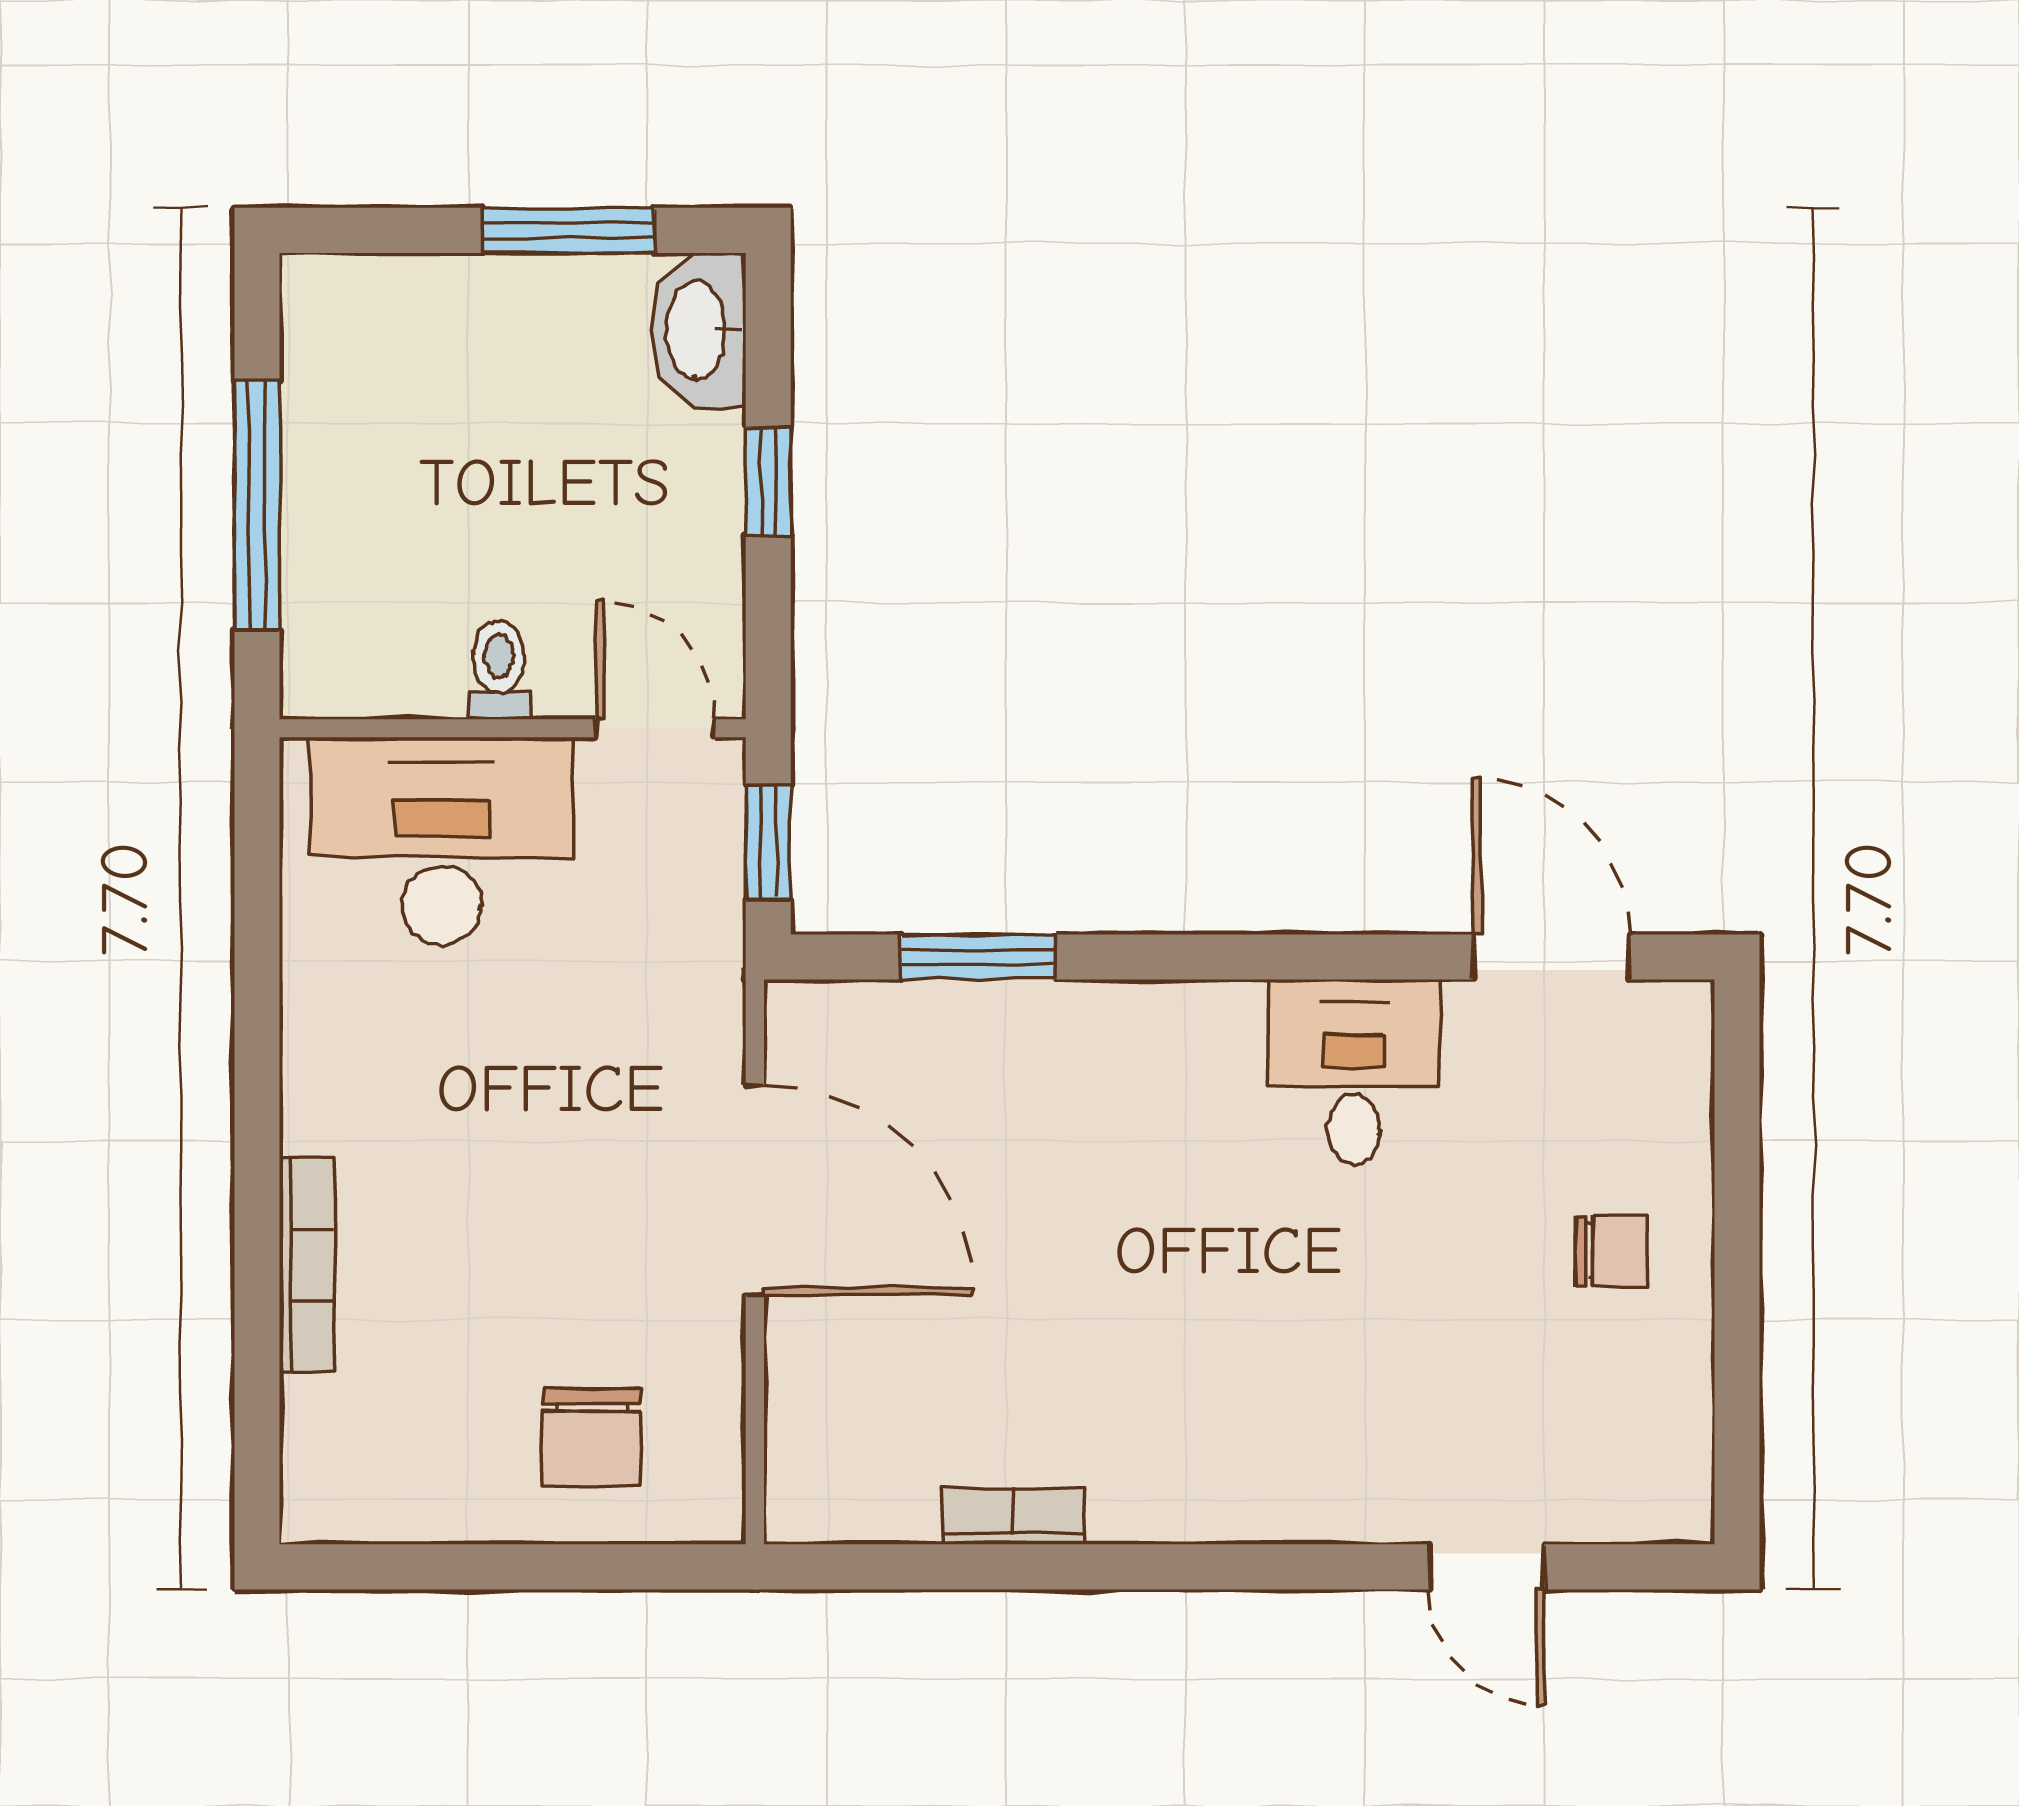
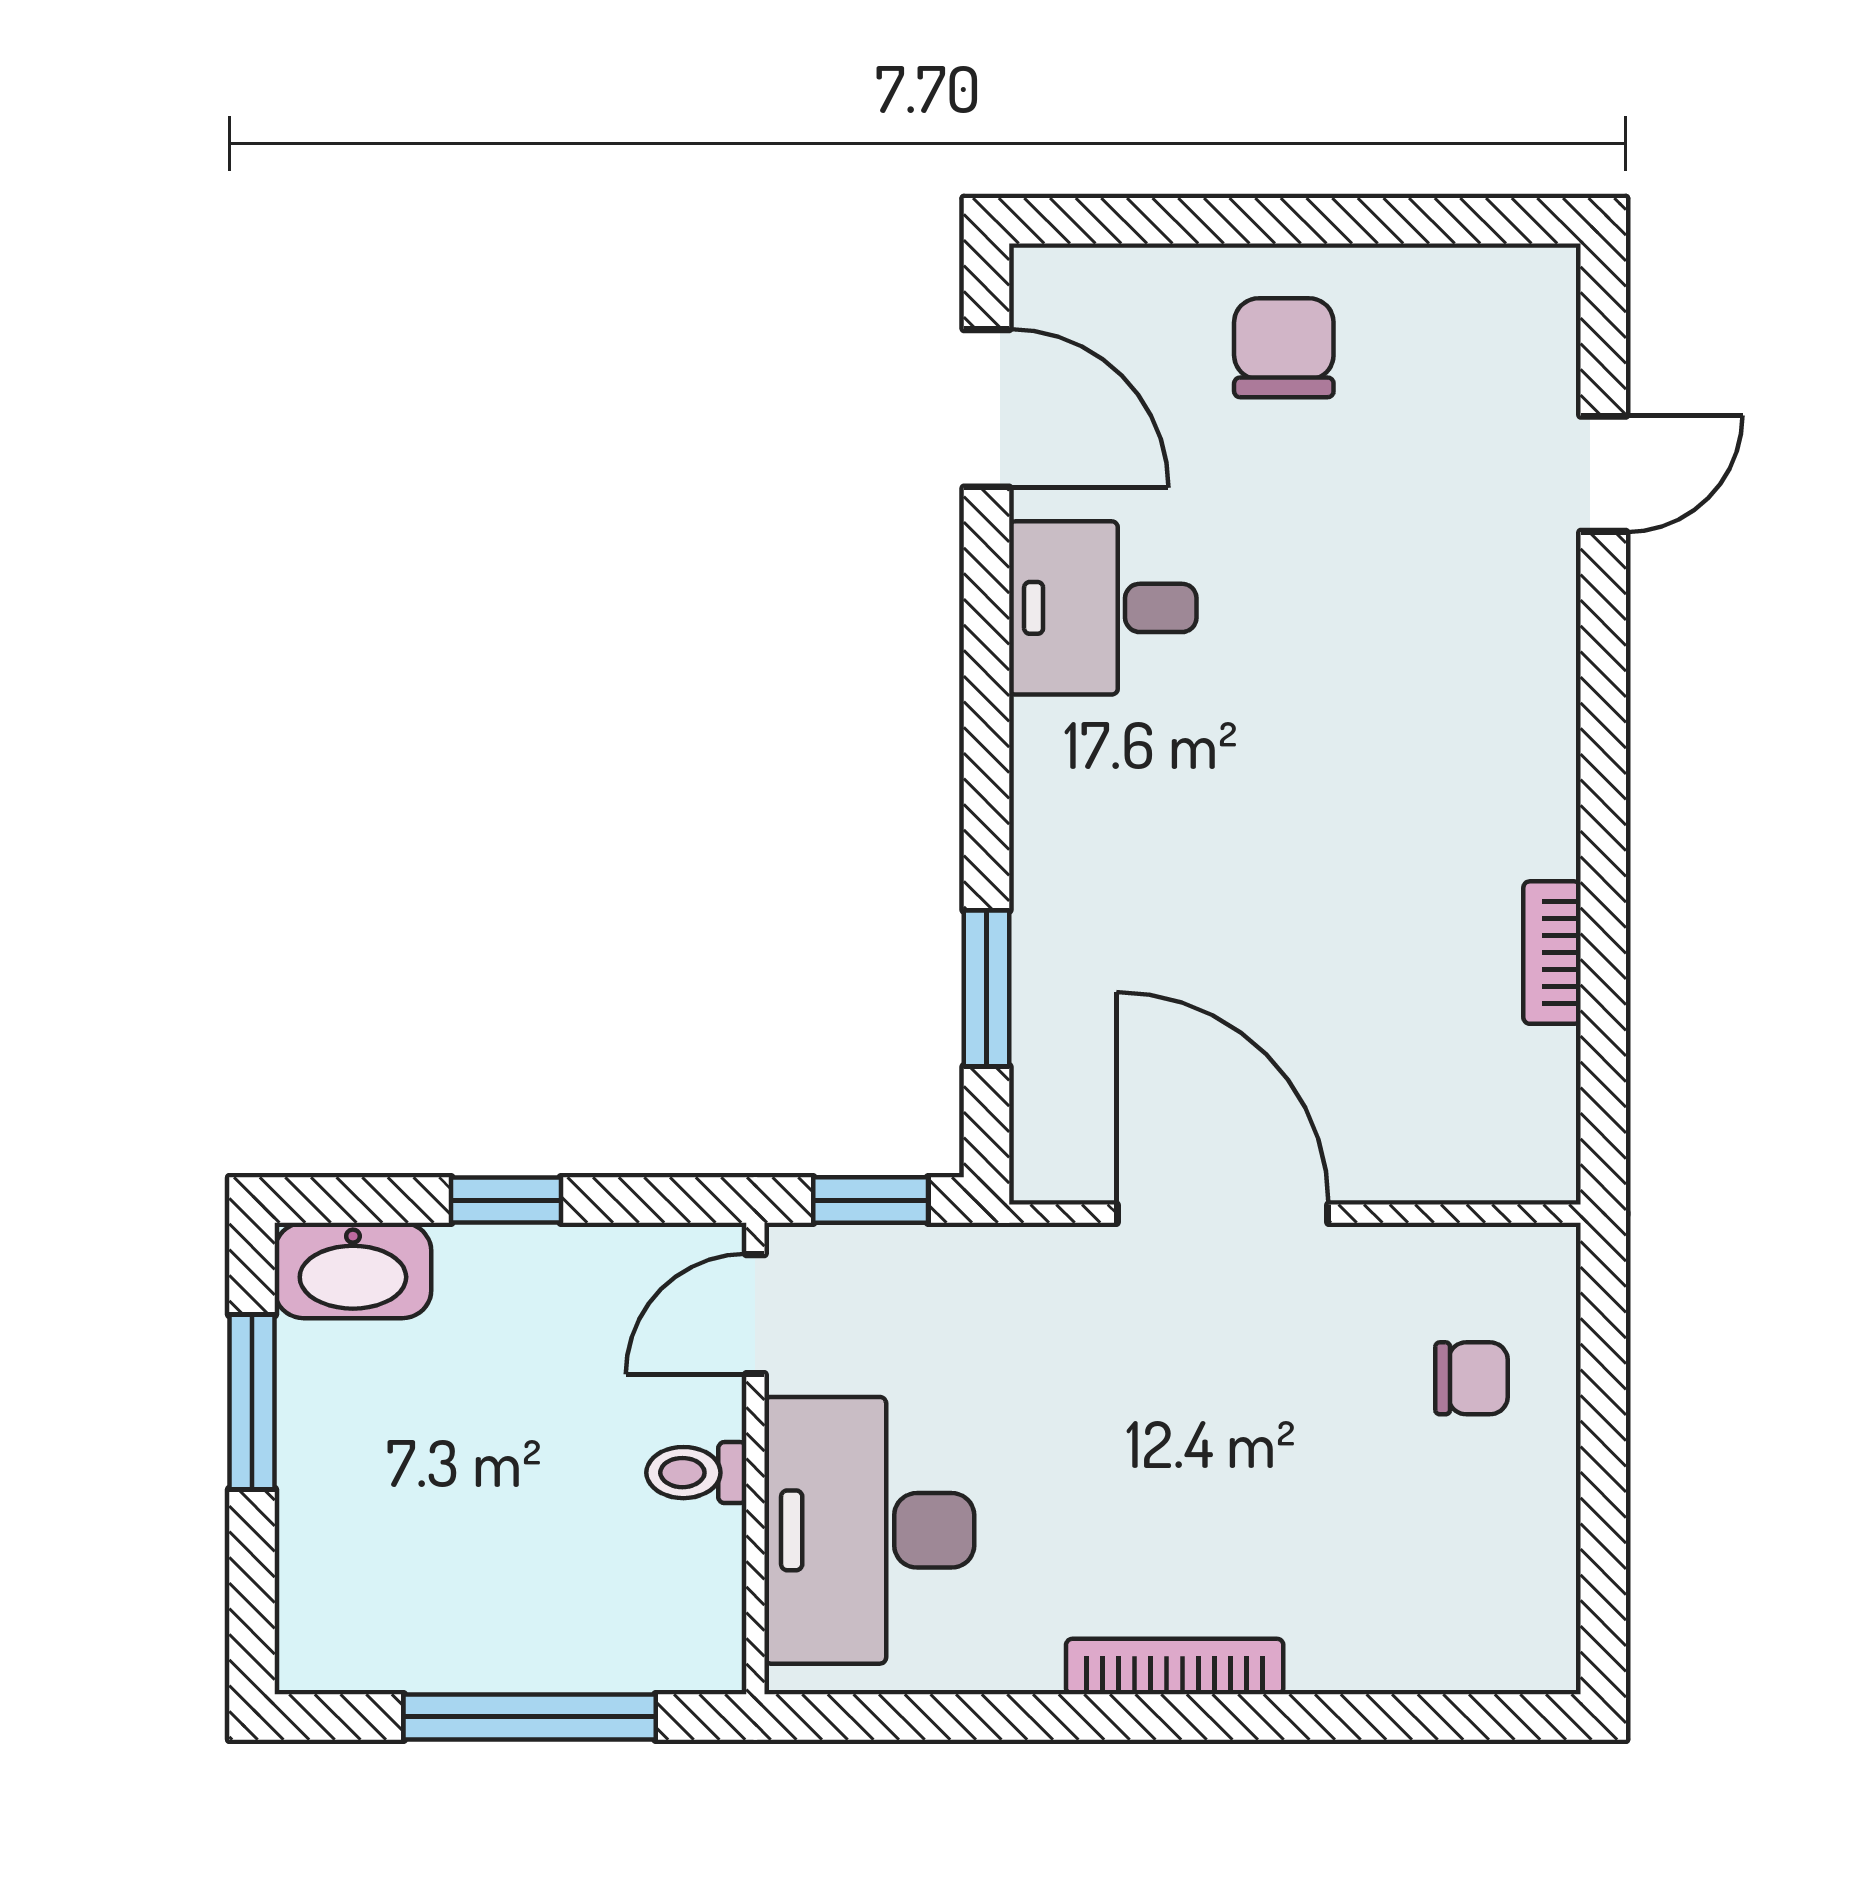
door: (1551, 957) -> (987, 408), swing flipped
door: (755, 1190) -> (1222, 1214), hinge flipped
chair: (1611, 1251) -> (1284, 348), width x1.37, depth x1.37
bookcase: (307, 1265) -> (1175, 1666), moved
chair: (592, 1437) -> (1472, 1378), width x0.73, depth x0.73

